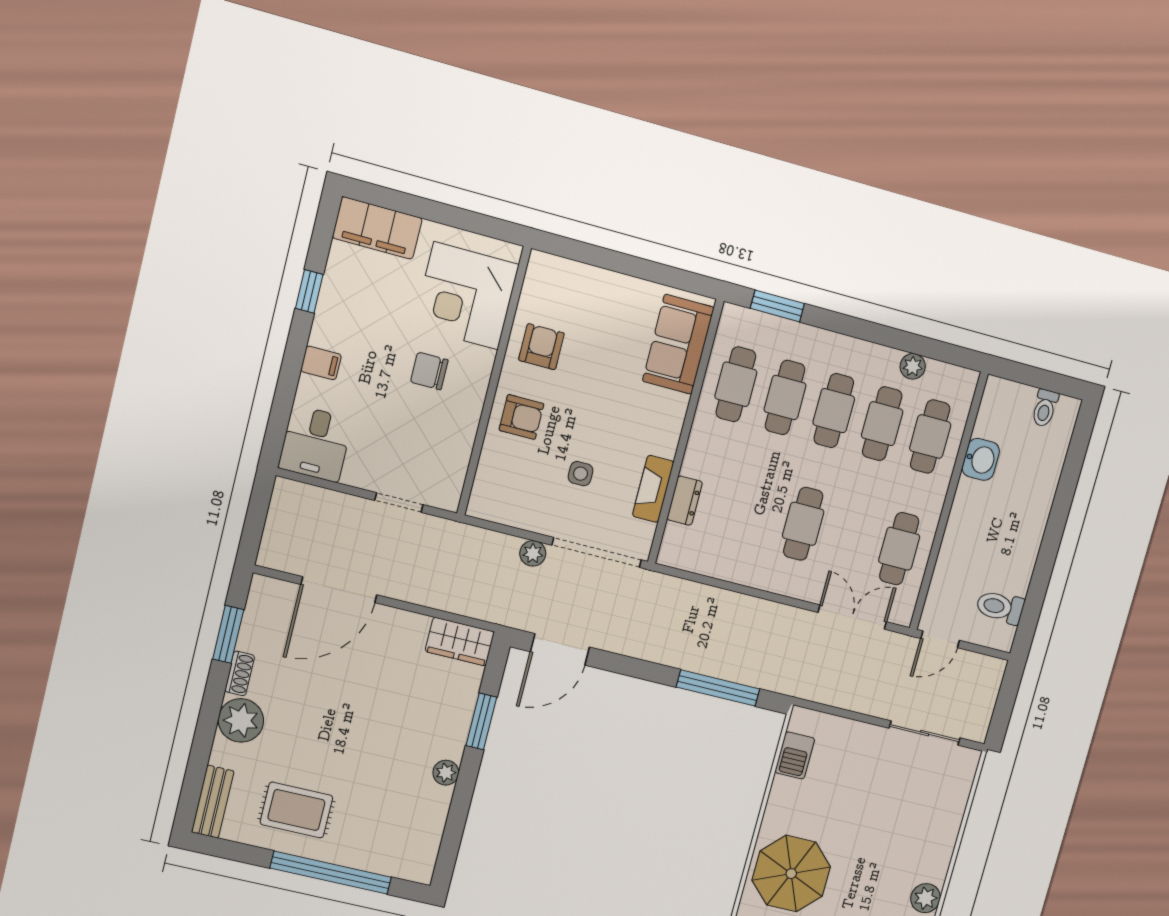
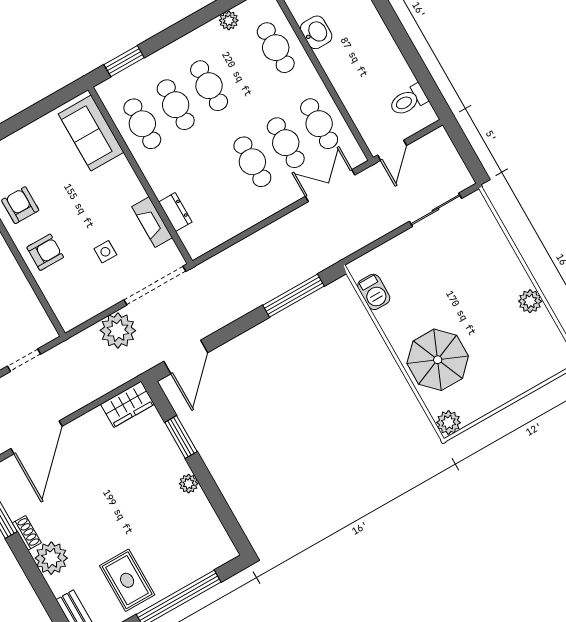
cafe table: (882, 424) -> (286, 143), moved
plant: (533, 553) -> (118, 330), width x1.87, depth x1.87
rug: (296, 810) -> (127, 580), turned 90

